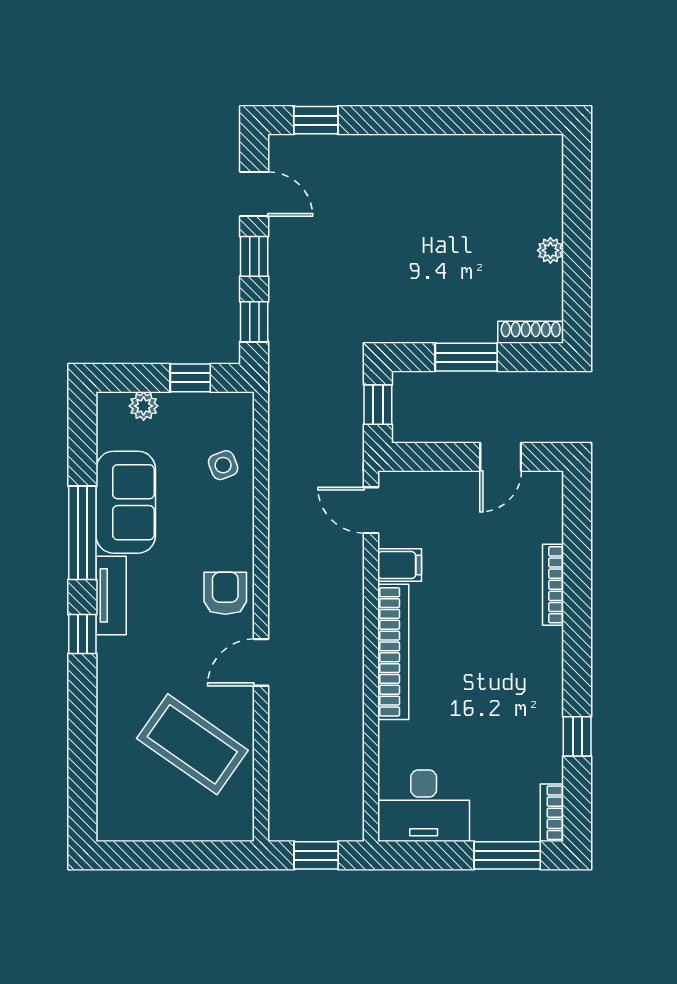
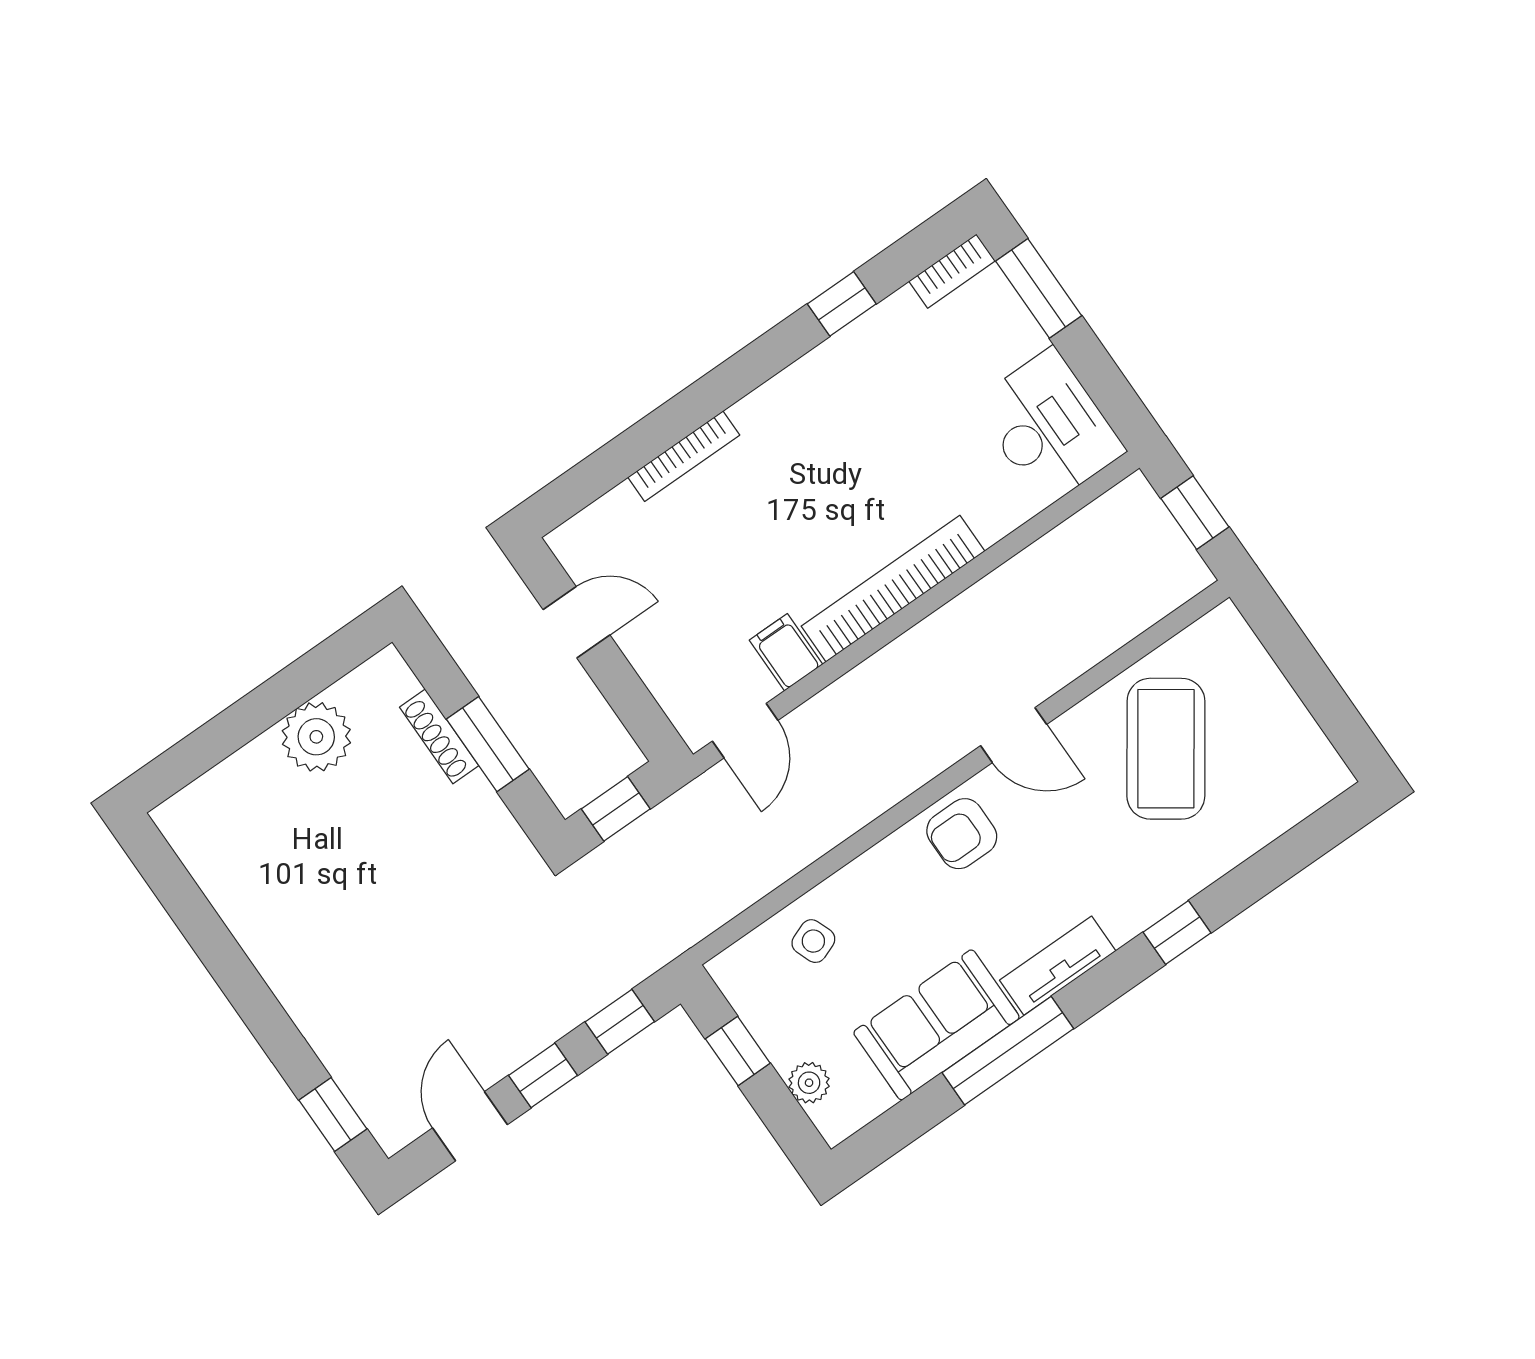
plant: (550, 250) -> (316, 737), width x1.88, depth x1.88
shoe rack: (531, 332) -> (439, 736), moved
window: (82, 634) -> (1177, 933), moved

